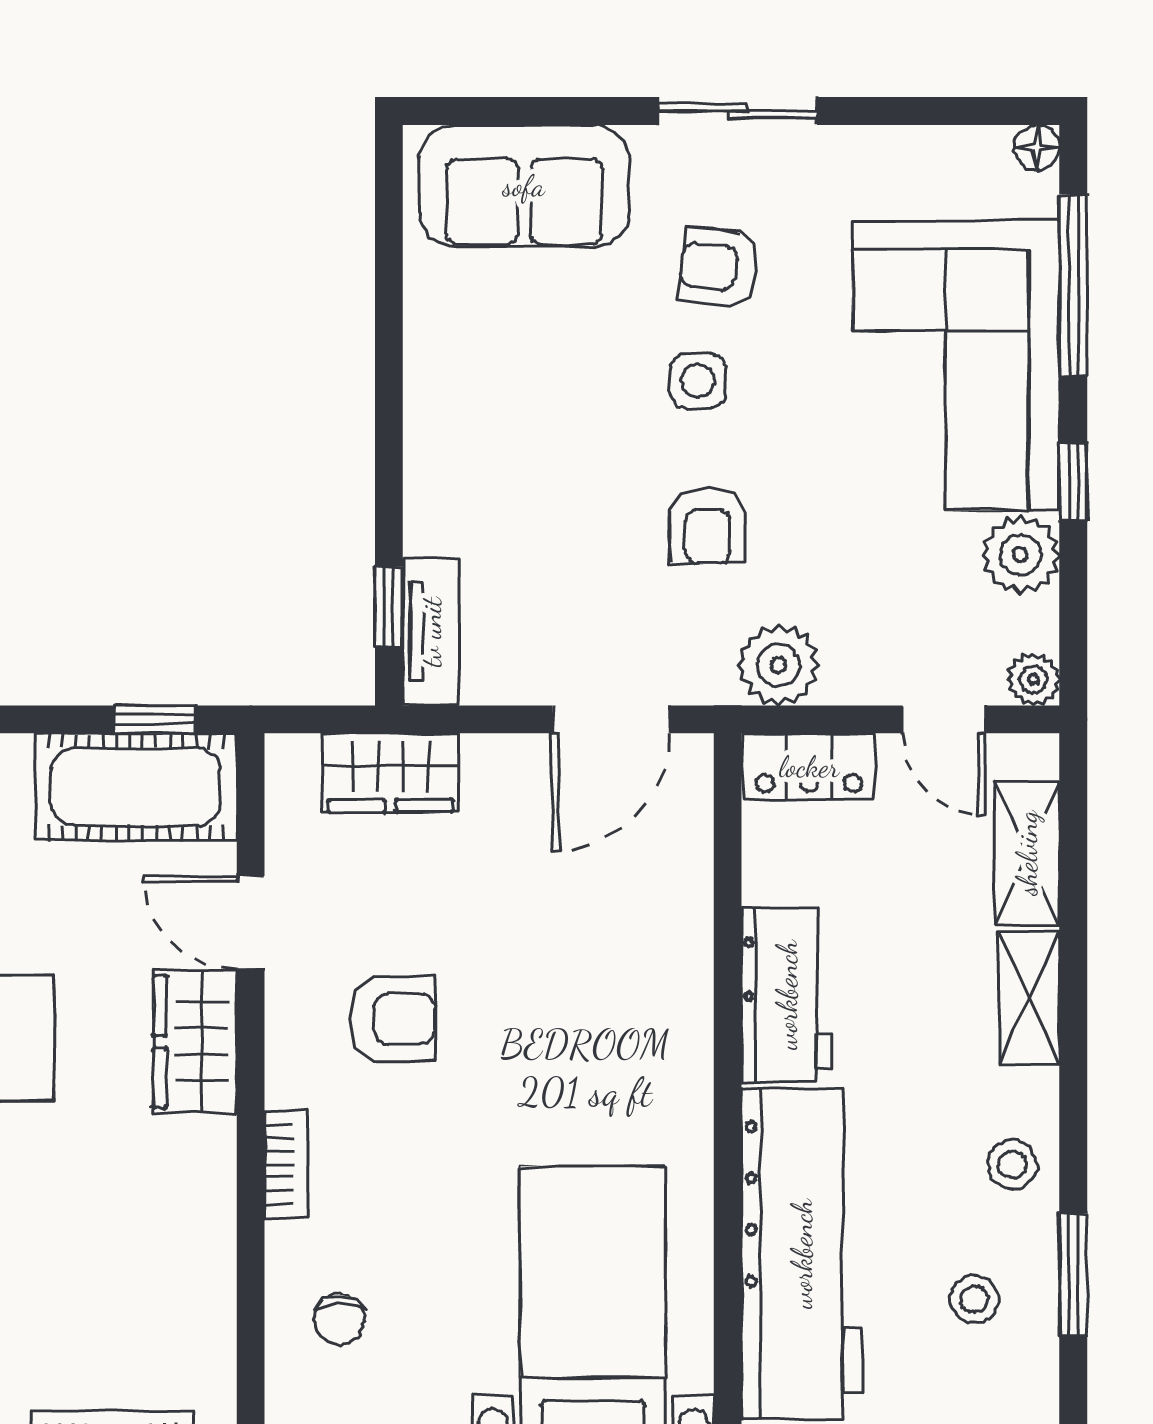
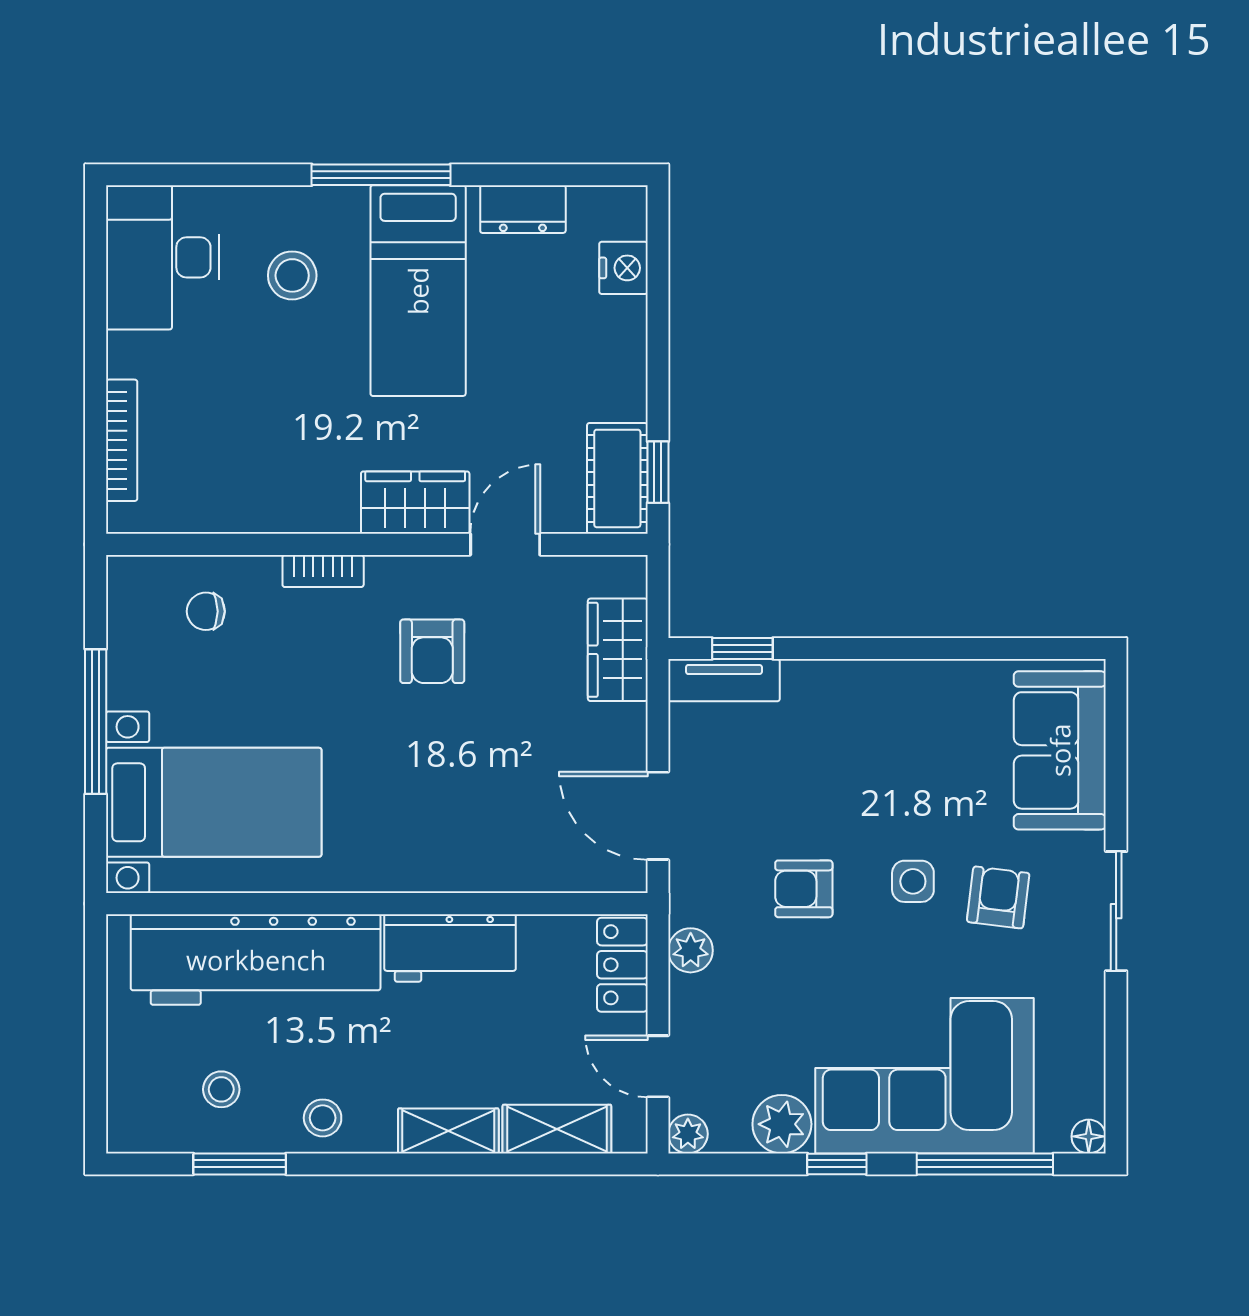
plant: (779, 665) -> (691, 950), width x0.73, depth x0.73
door: (944, 719) -> (658, 1066), hinge flipped
cot: (136, 787) -> (617, 478), width x0.73, depth x0.75

